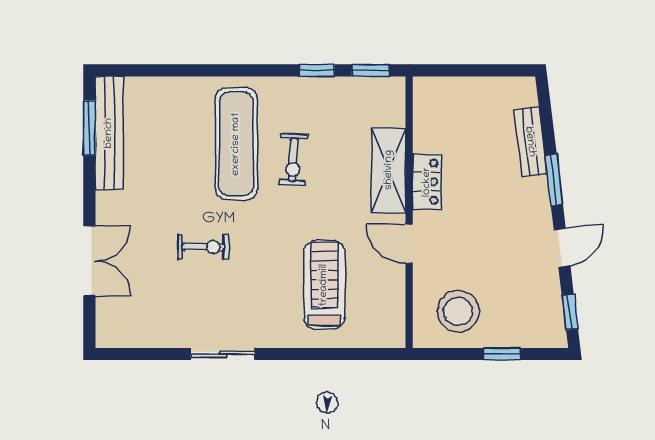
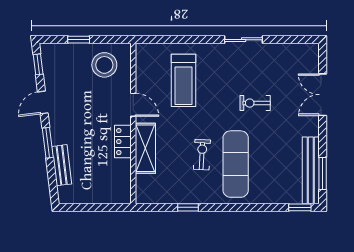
window: (371, 70) -> (300, 207), moved

